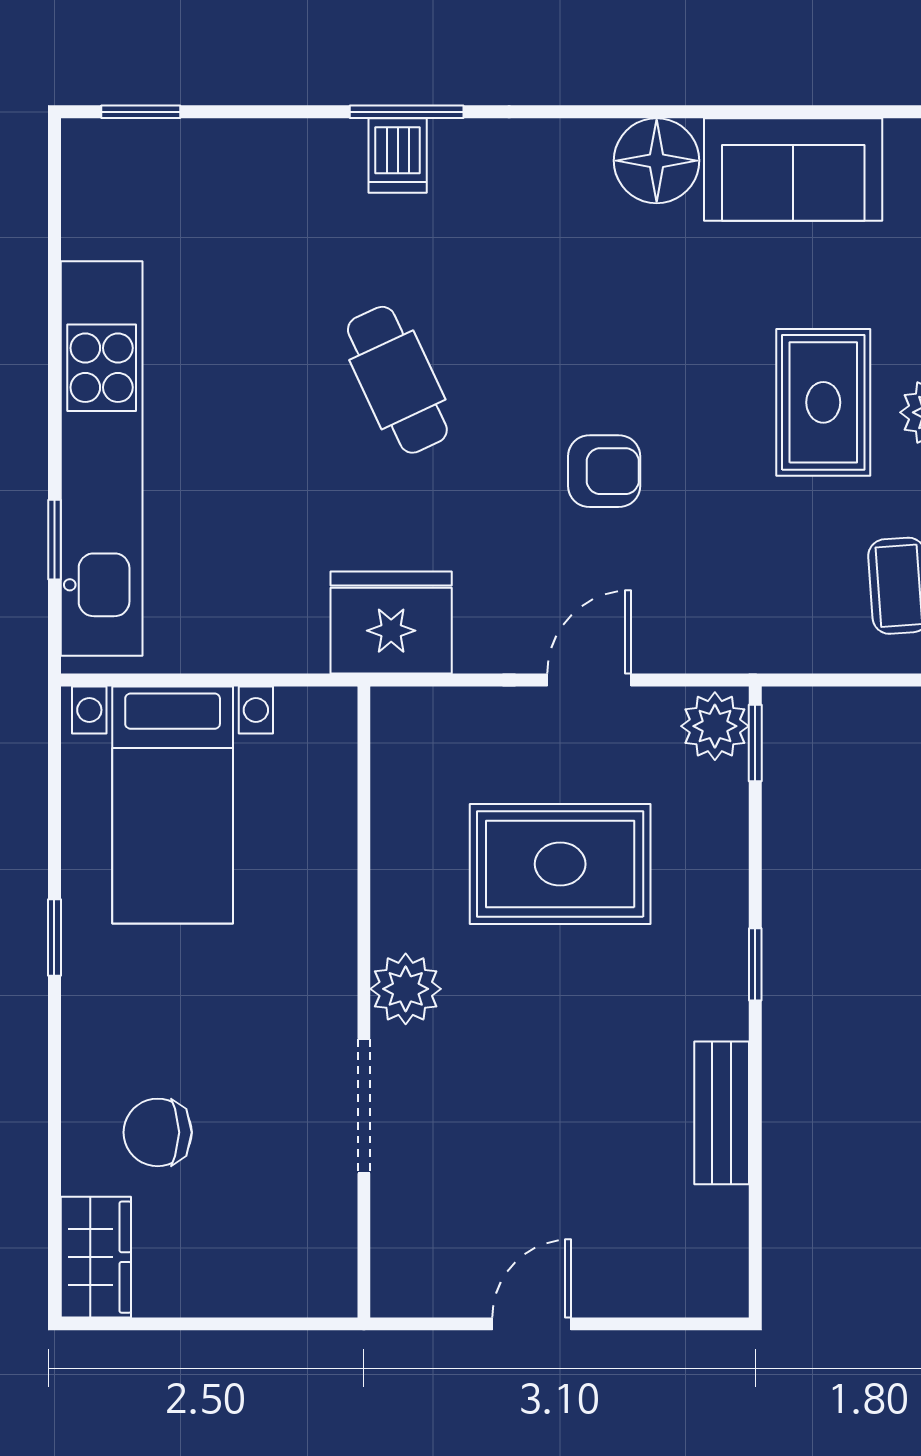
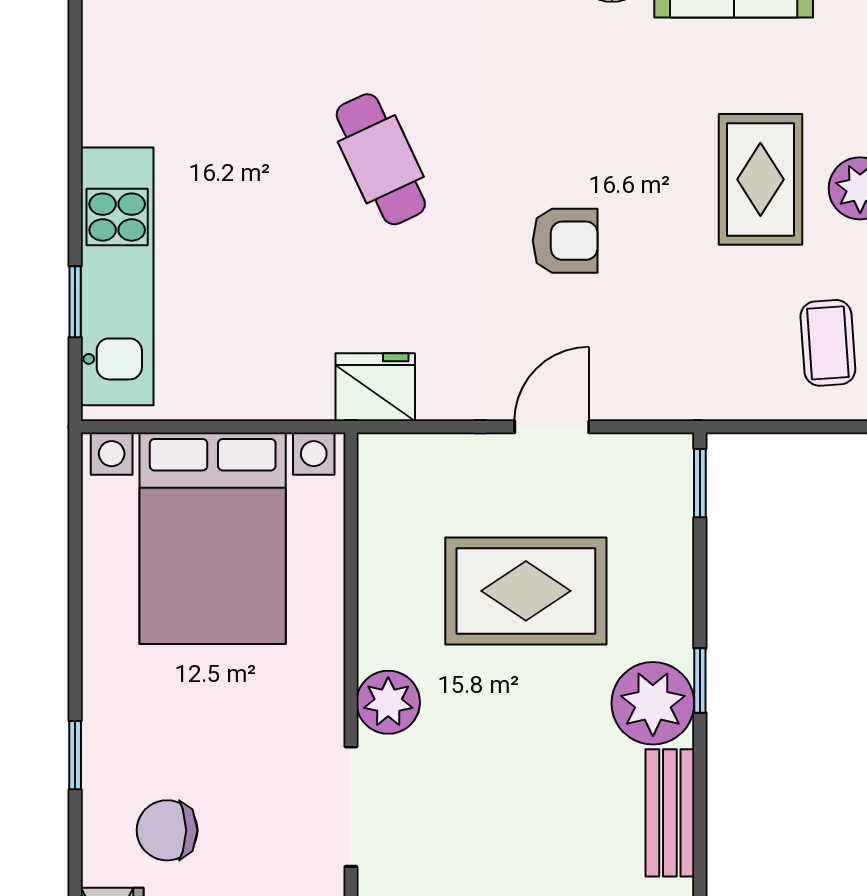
kitchen unit: (102, 459) -> (117, 276), width x0.73
fridge: (391, 622) -> (375, 387), width x0.73, depth x0.75
plant: (715, 726) -> (653, 703), moved, width x1.36, depth x1.36
bed with nightstands: (173, 805) -> (213, 538), width x1.36
window: (54, 938) -> (75, 755), moved

